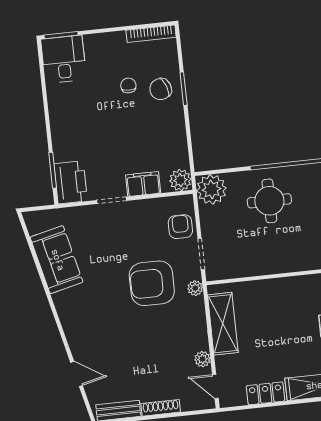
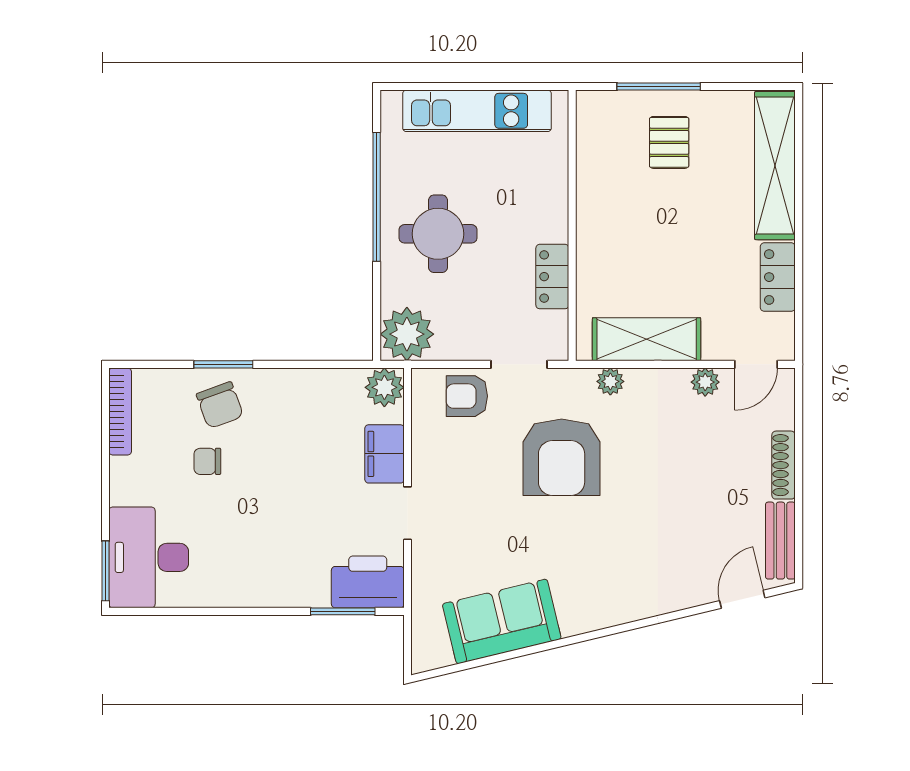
desk: (64, 59) -> (149, 557), width x1.37
locker: (252, 267) -> (552, 277), added
plant: (195, 288) -> (610, 381), moved
door: (77, 374) -> (742, 599), moved

